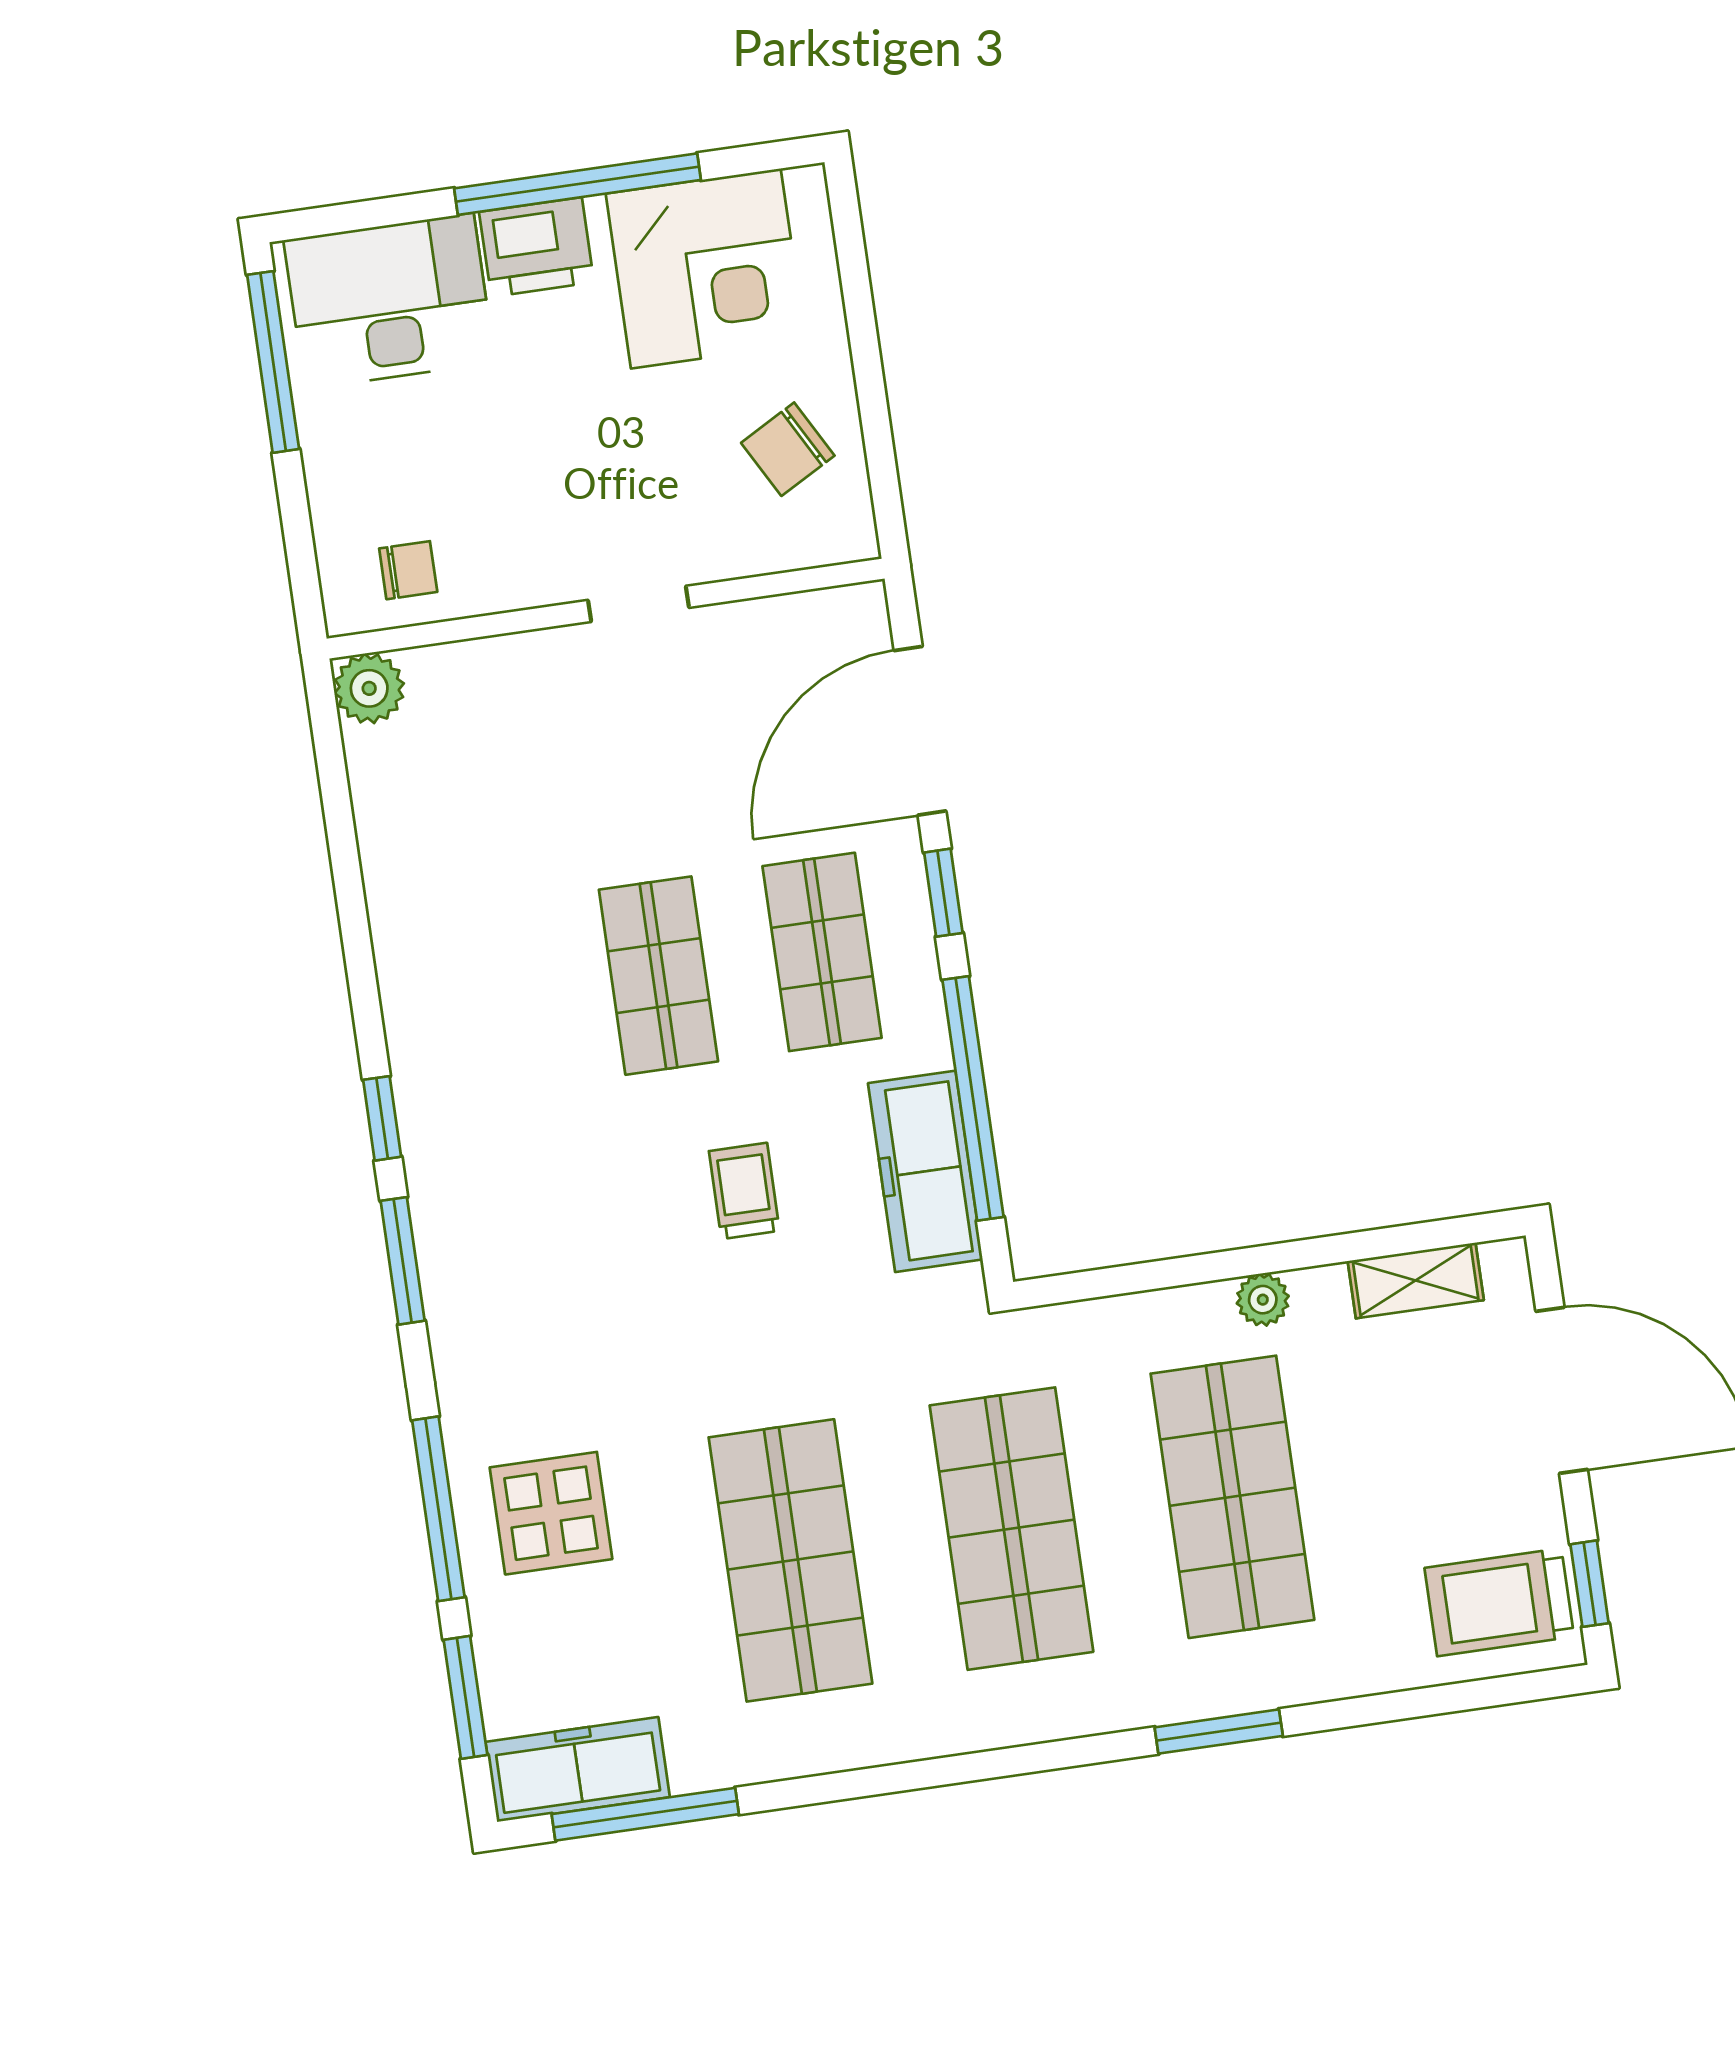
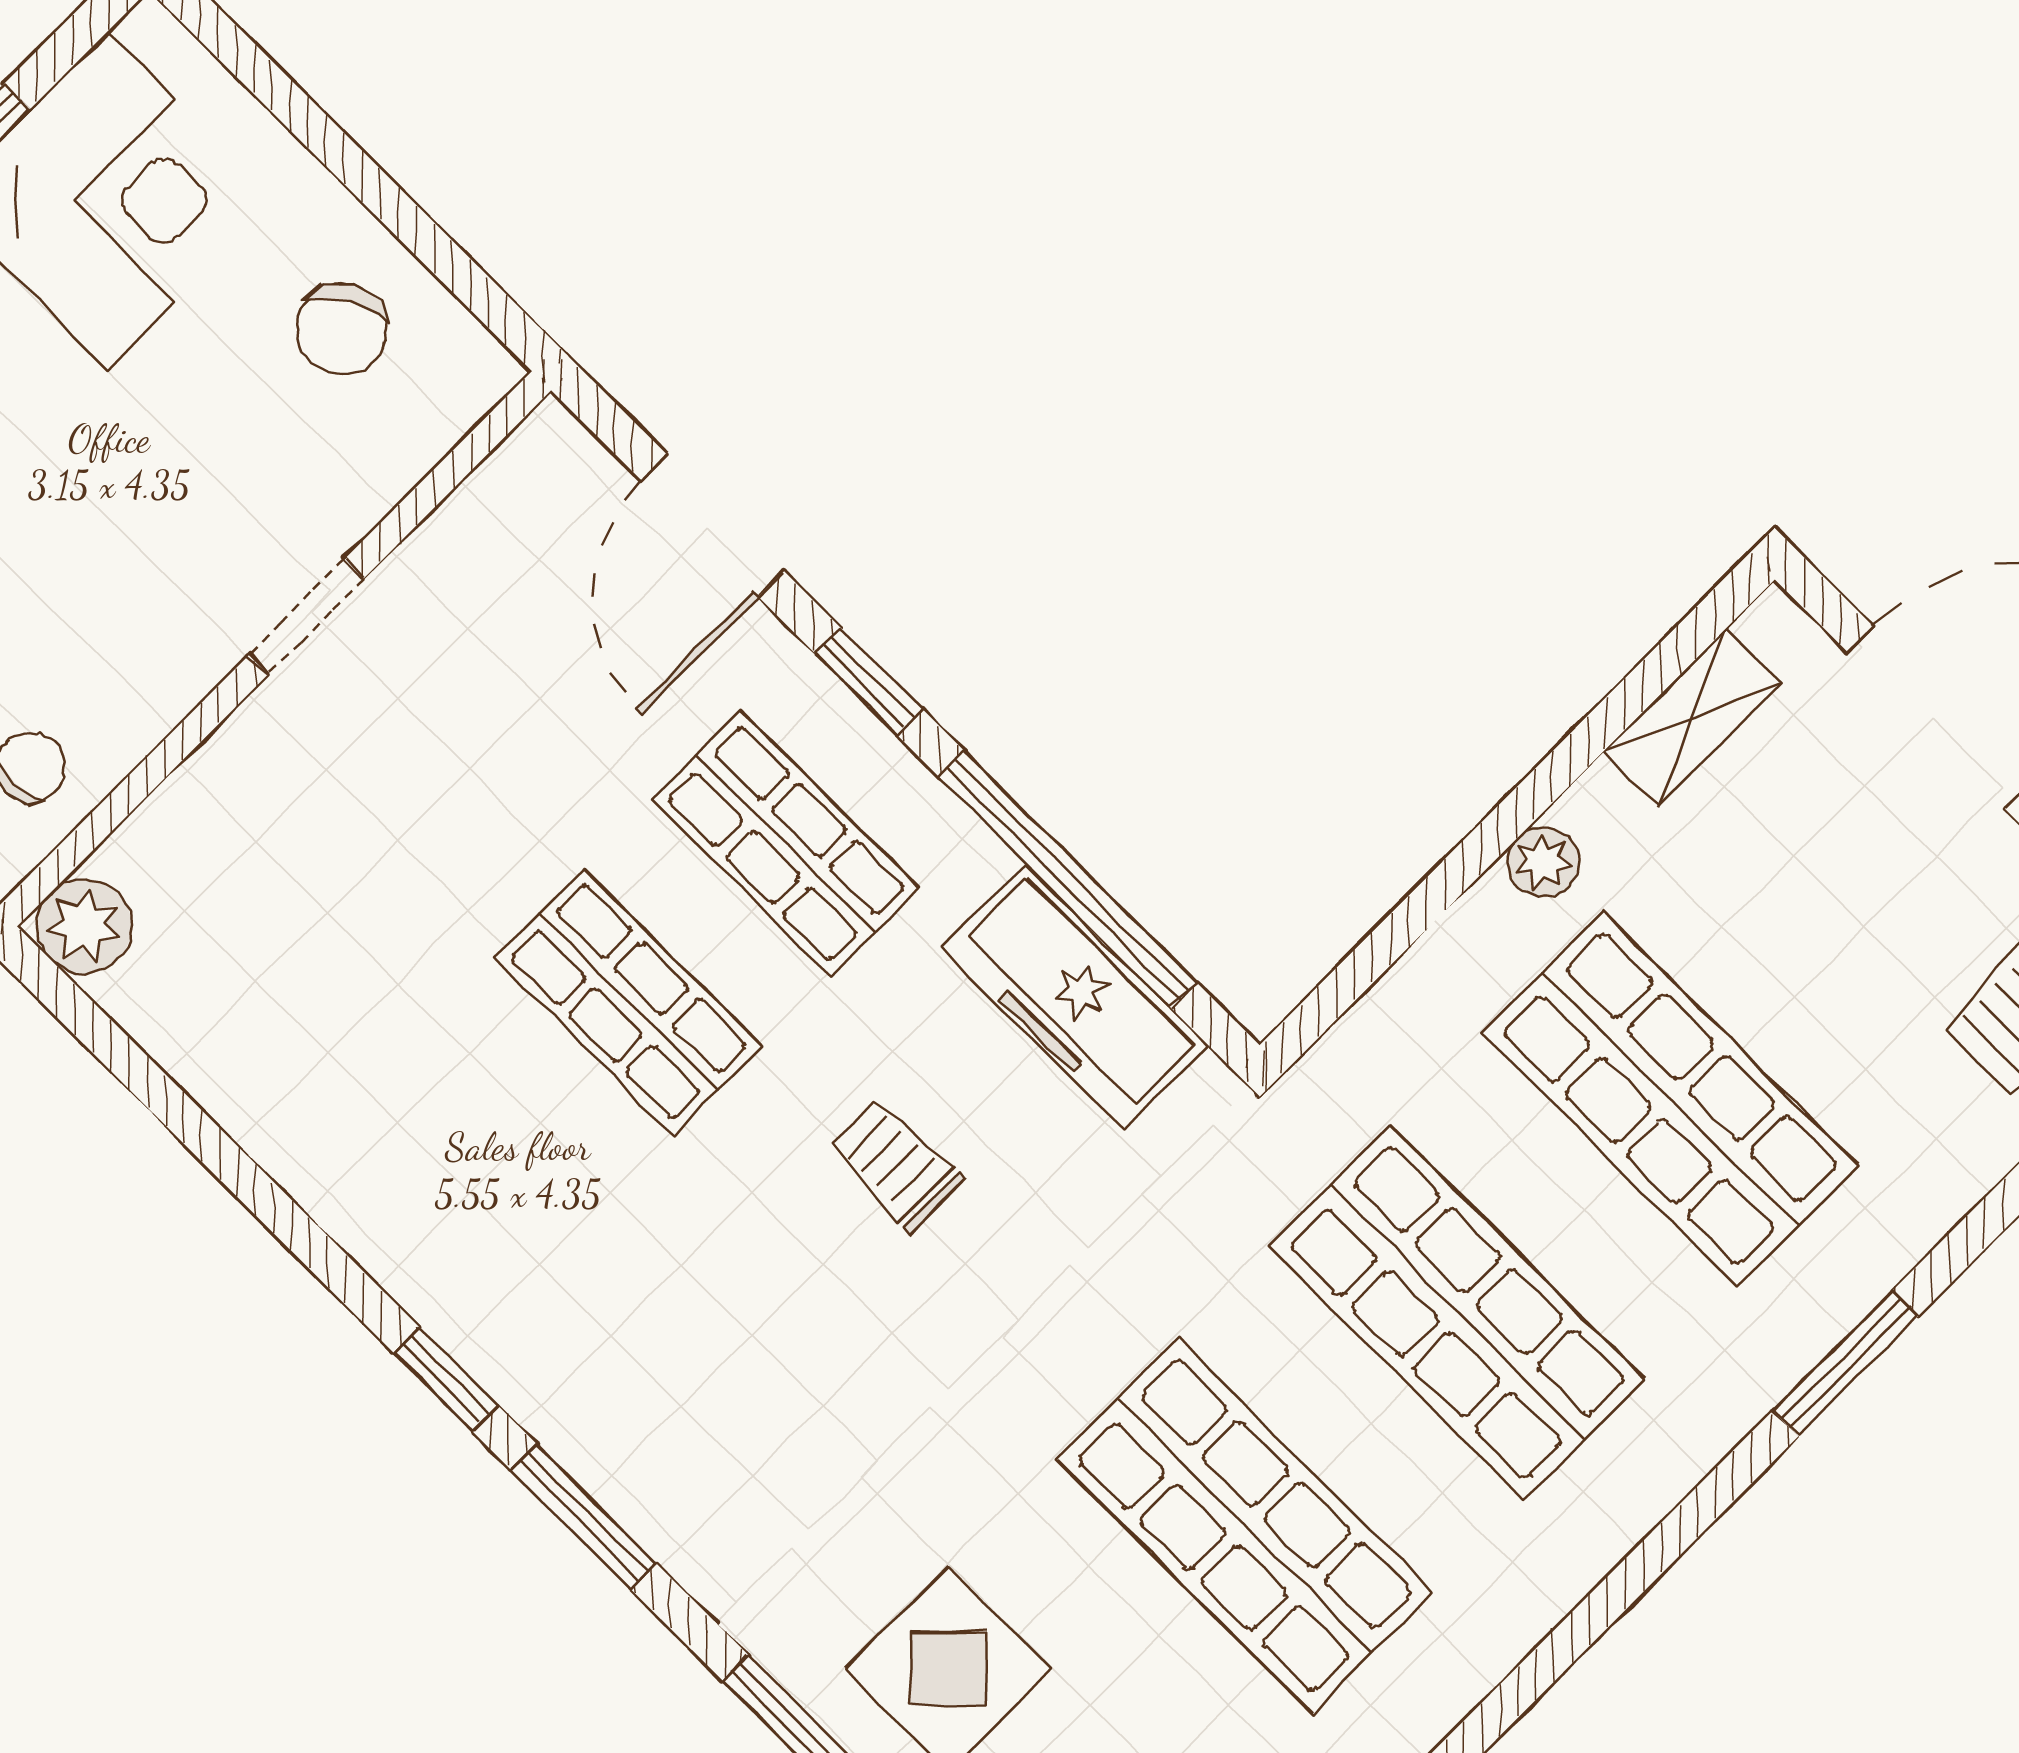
door: (920, 731) -> (713, 526), width x0.73

